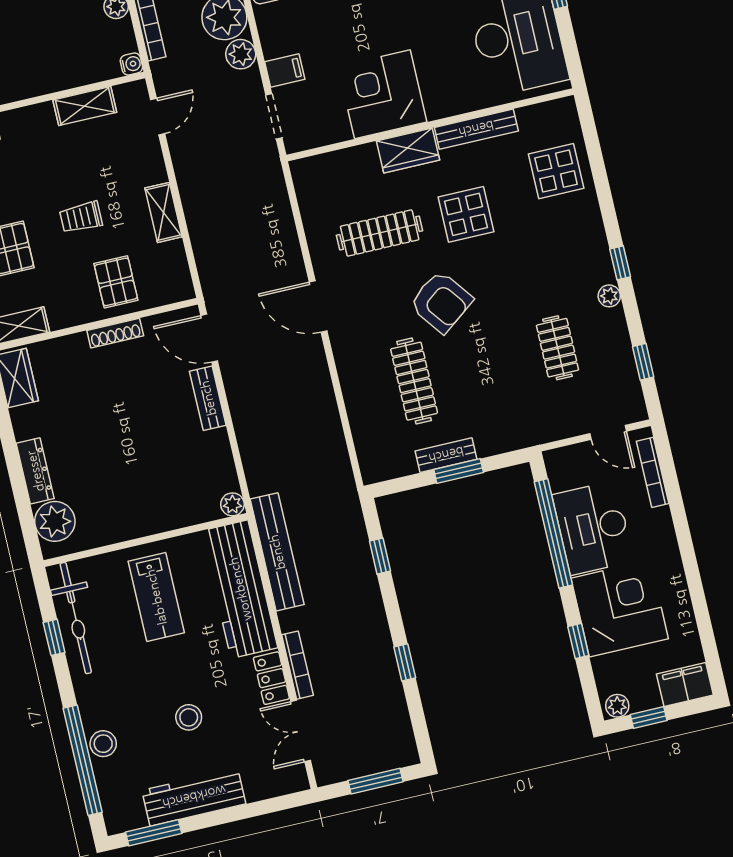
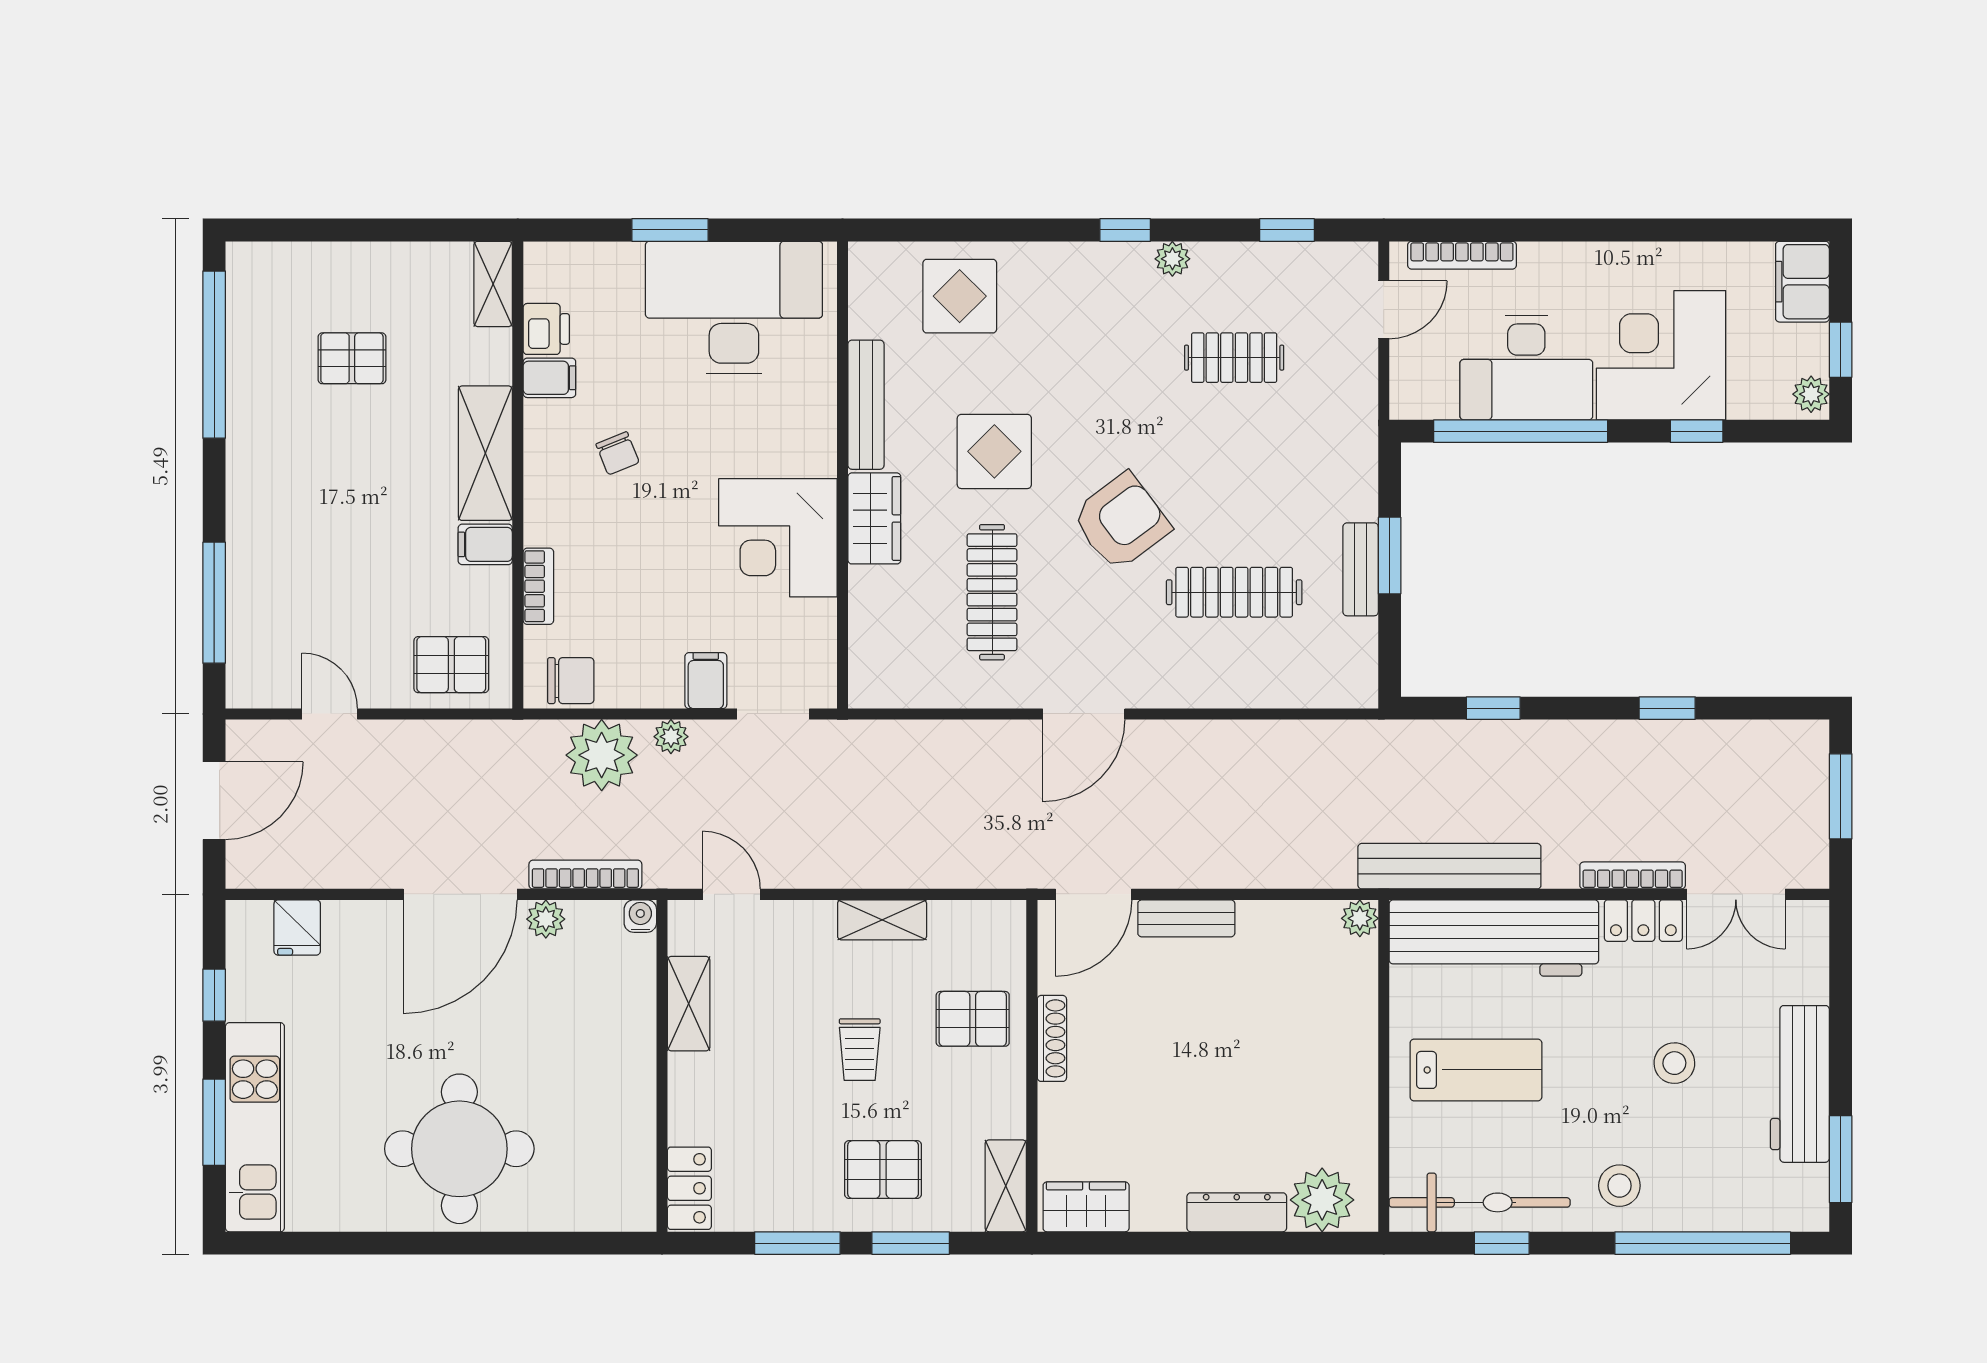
plant: (241, 54) -> (671, 737), width x0.73, depth x0.73
stool: (103, 744) -> (1619, 1186), moved

